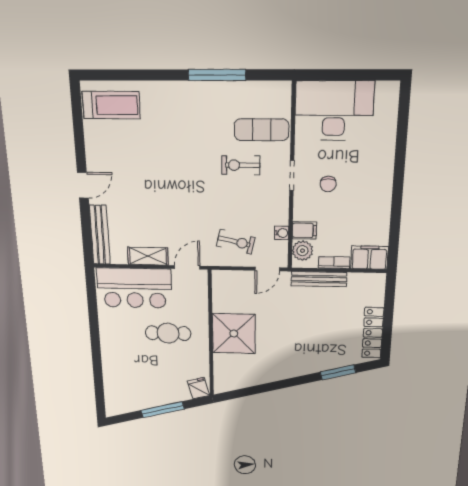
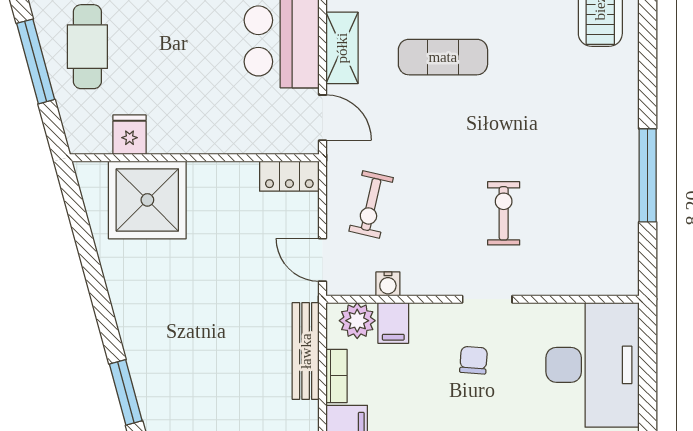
exercise mat: (261, 130) -> (443, 57), moved, turned 90
chair: (328, 184) -> (474, 360), turned 94
locker: (220, 286) -> (289, 176), added
cafe table: (168, 333) -> (87, 47), moved
shower: (234, 334) -> (147, 200), moved
fridge: (199, 388) -> (130, 135), moved, turned -75

